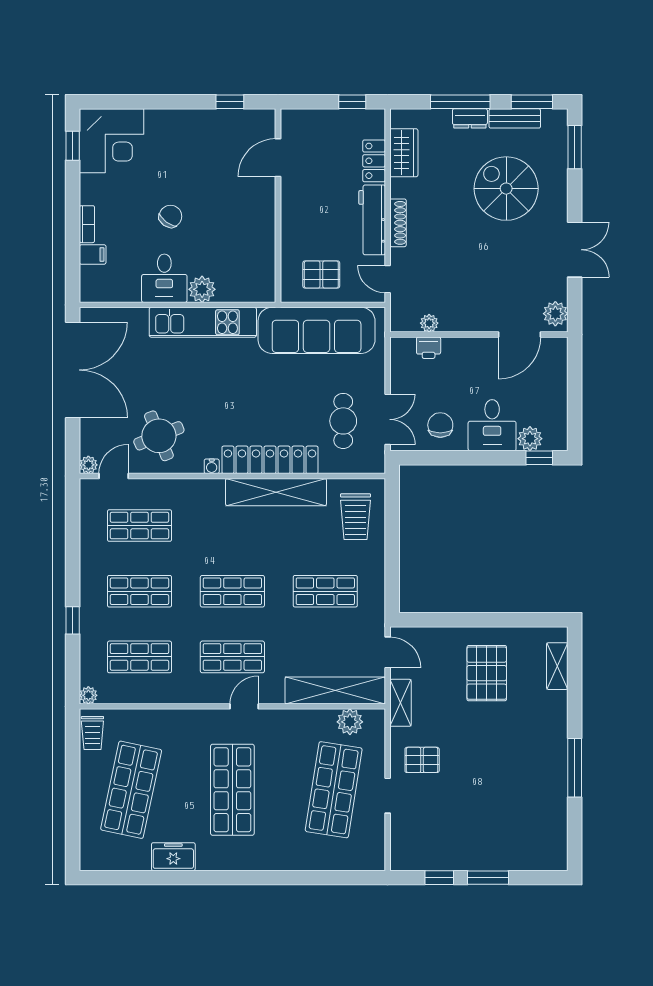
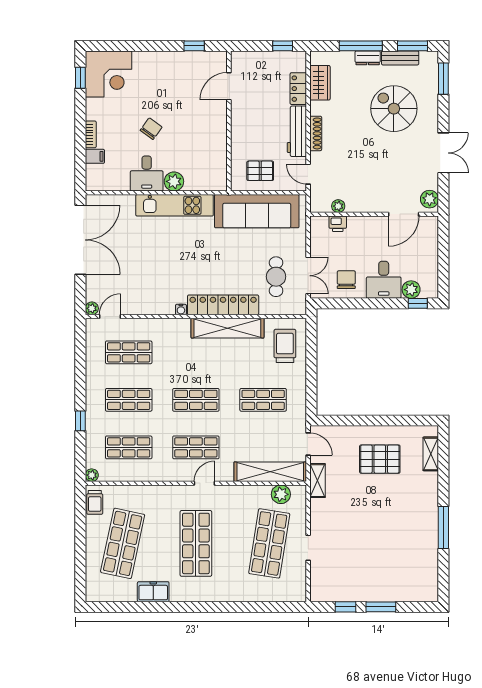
round table: (159, 436) -> (143, 287), removed
trolley: (355, 517) -> (285, 346), turned 180
pallet: (487, 673) -> (380, 459), turned 90
pallet: (422, 760) -> (333, 522), removed

